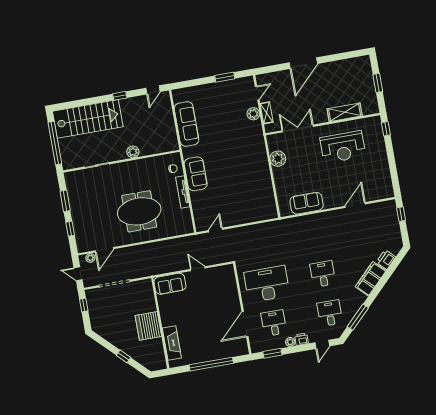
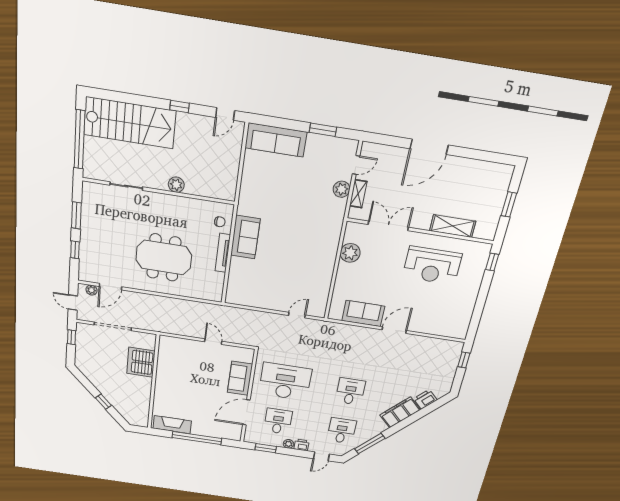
sofa: (187, 124) -> (276, 140), moved, turned 90
door: (355, 205) -> (394, 330), moved
door: (215, 230) -> (297, 315), moved
sofa: (170, 284) -> (240, 378), moved, turned 90
server rack: (148, 326) -> (141, 362), moved
fireplace: (172, 343) -> (172, 425), moved, turned -90

